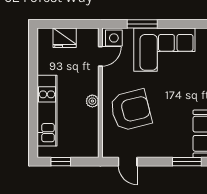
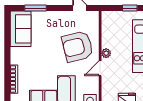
door: (100, 56) -> (100, 68), moved

